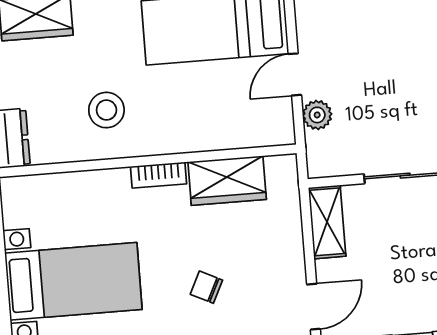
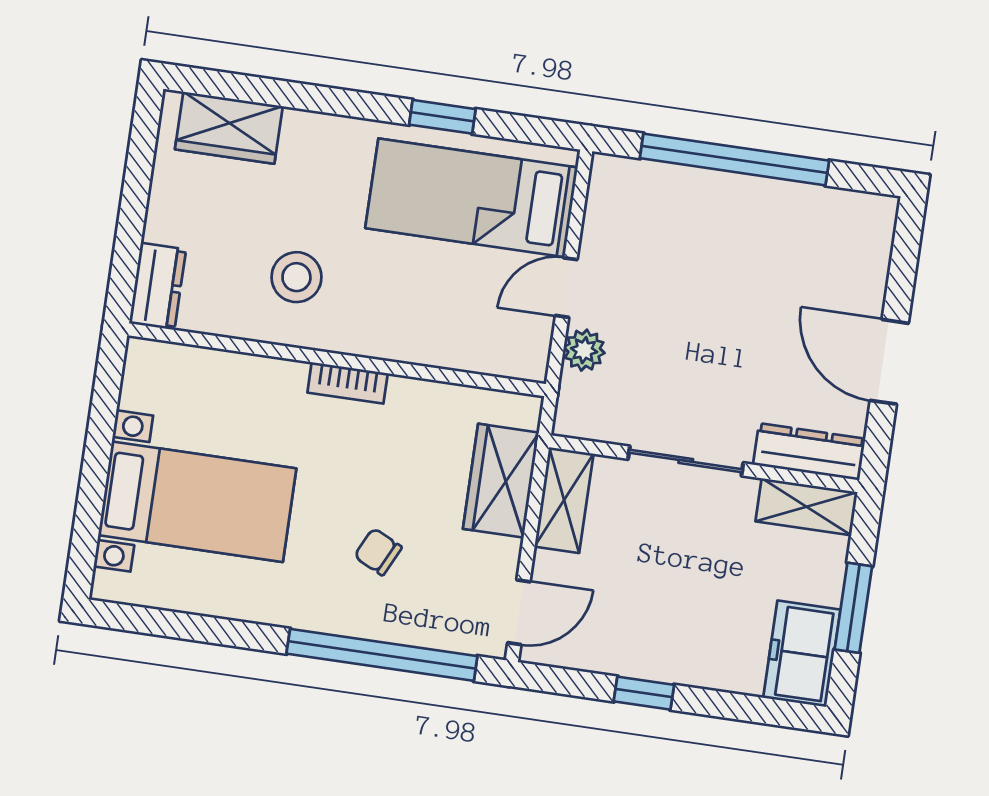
wardrobe: (227, 181) -> (501, 481), moved, turned 90

